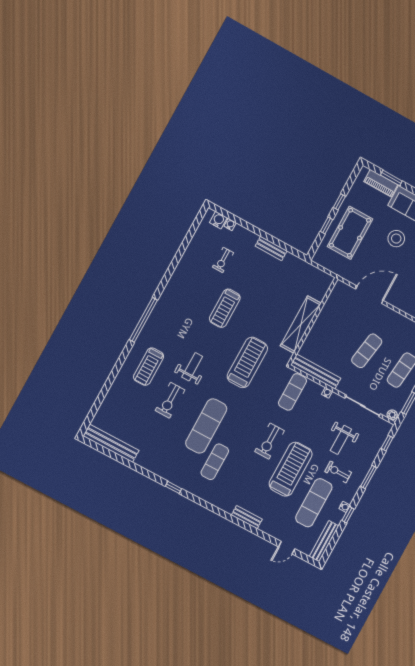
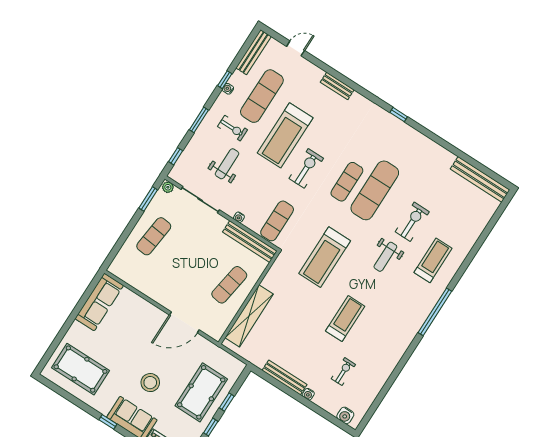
water cooler: (230, 224) -> (308, 394), moved
bench: (271, 248) -> (285, 377), width x1.36
shelving: (301, 325) -> (249, 316), moved
exercise mat: (367, 351) -> (229, 285), moved
exercise mat: (215, 462) -> (347, 182), moved
window: (173, 487) -> (399, 115), moved

